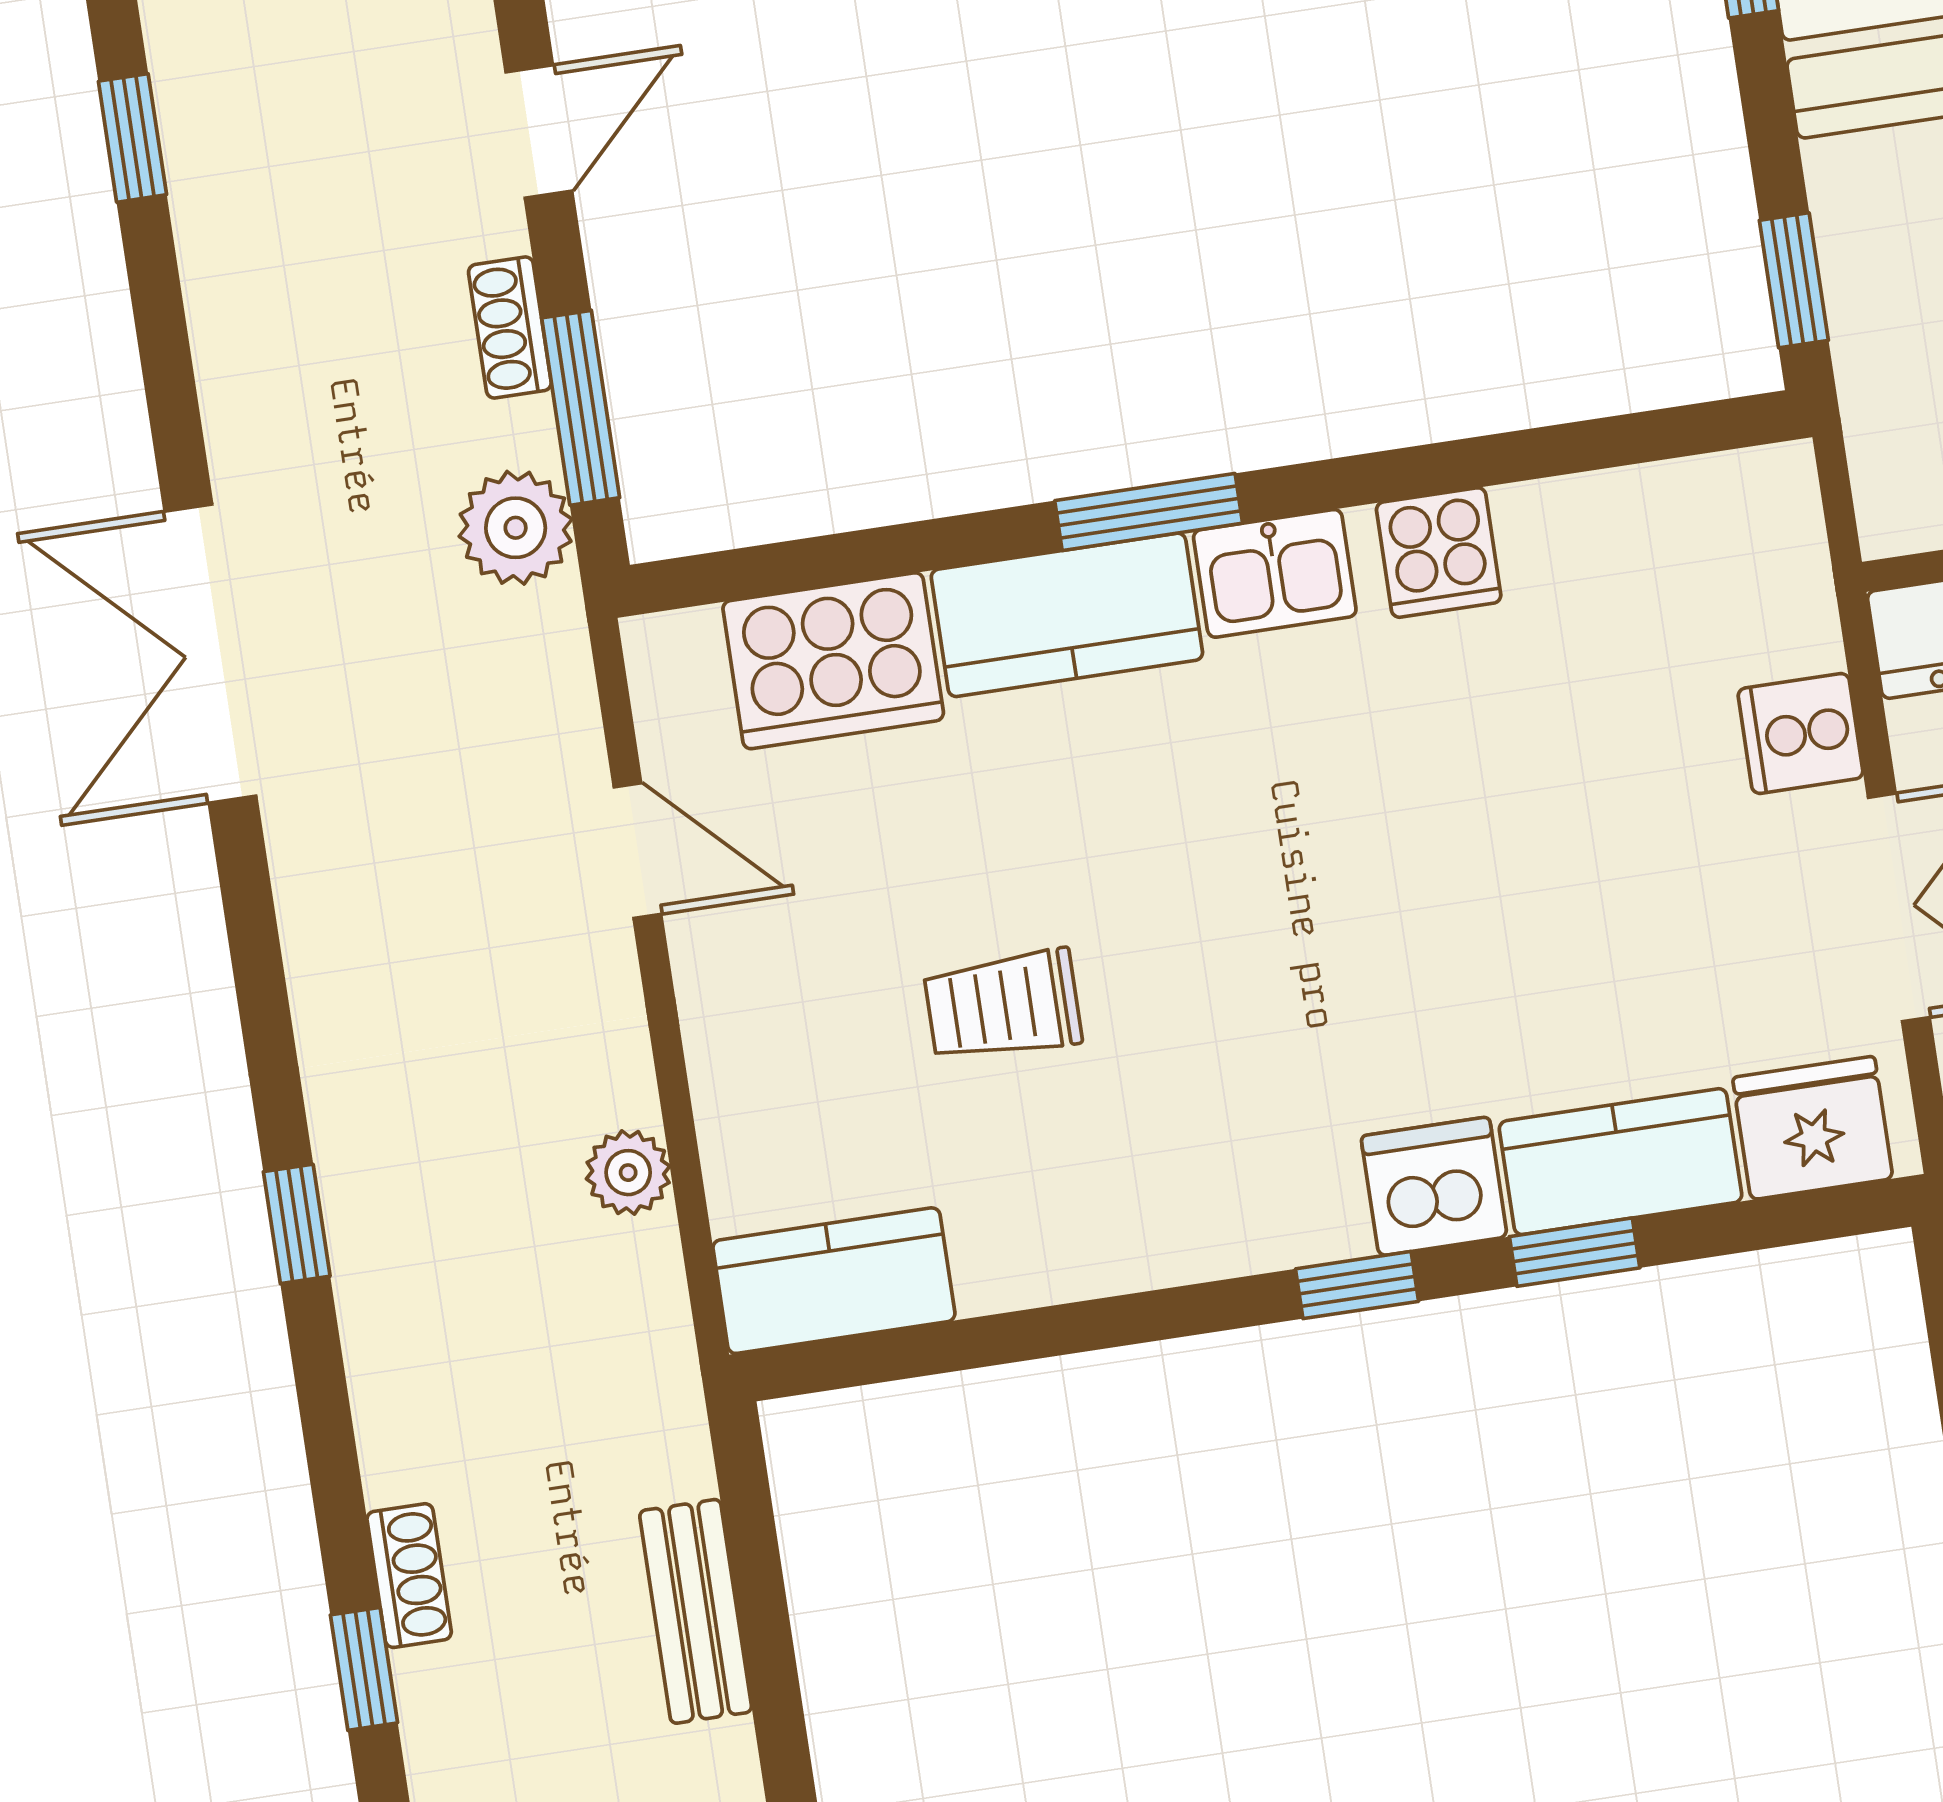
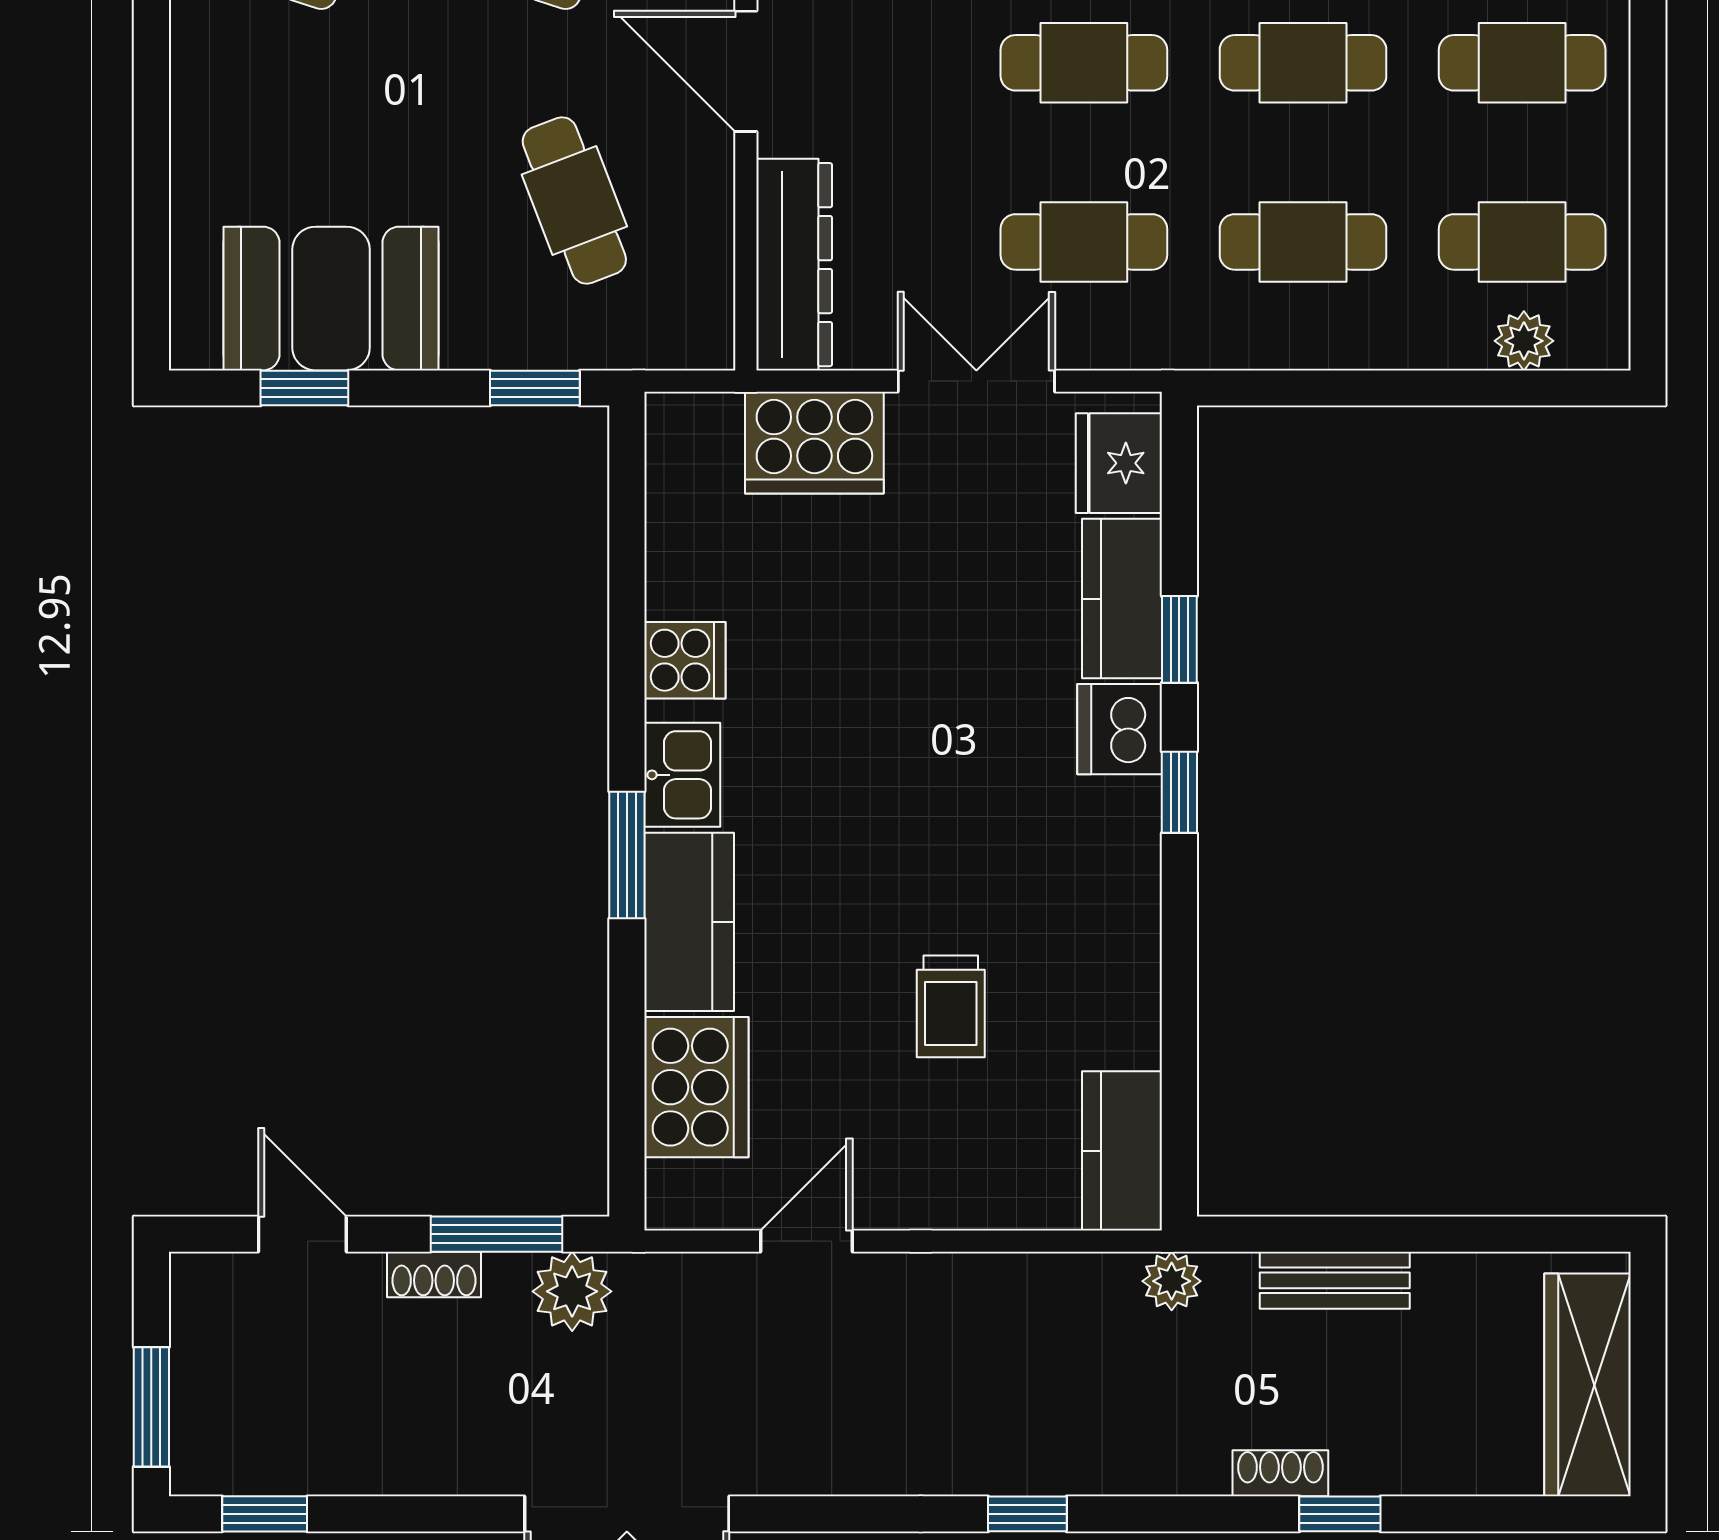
cooker: (1800, 733) -> (814, 443), width x1.87, depth x1.31
plant: (628, 1173) -> (1172, 1281), moved

